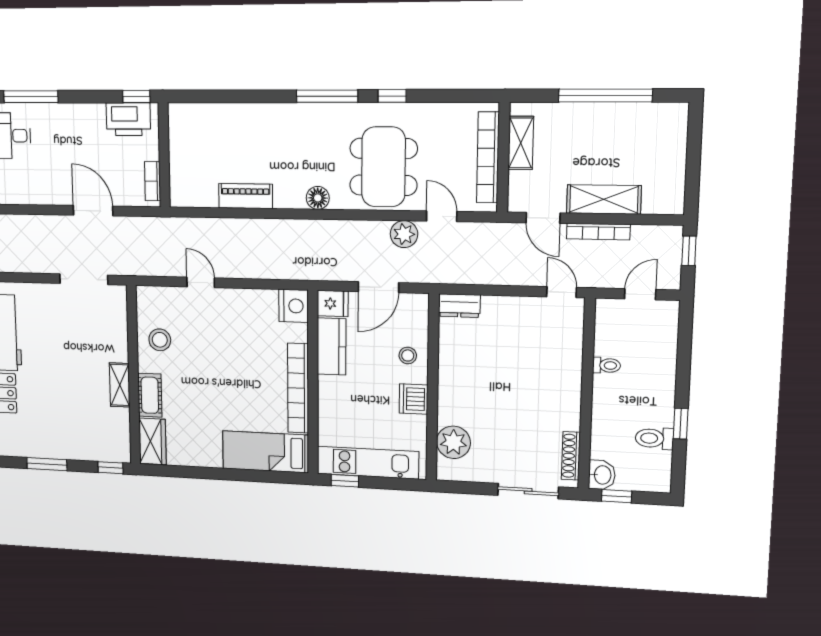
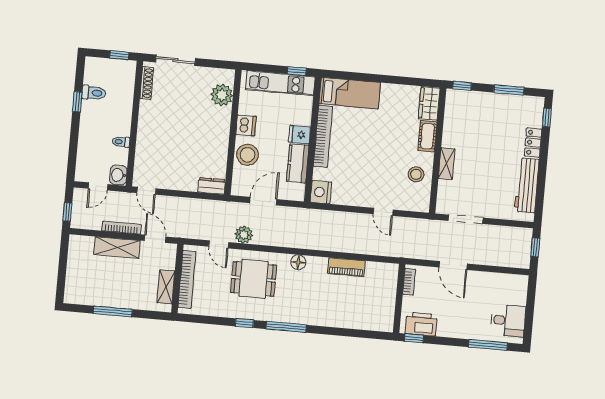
window: (605, 96) -> (113, 311), width x0.68
dining table: (383, 167) -> (254, 279), width x0.73
fridge: (333, 304) -> (300, 135), moved
stool: (408, 355) -> (248, 155), width x1.89, depth x1.89
shelving: (120, 385) -> (447, 164), moved
washbasin: (602, 475) -> (118, 175), moved

